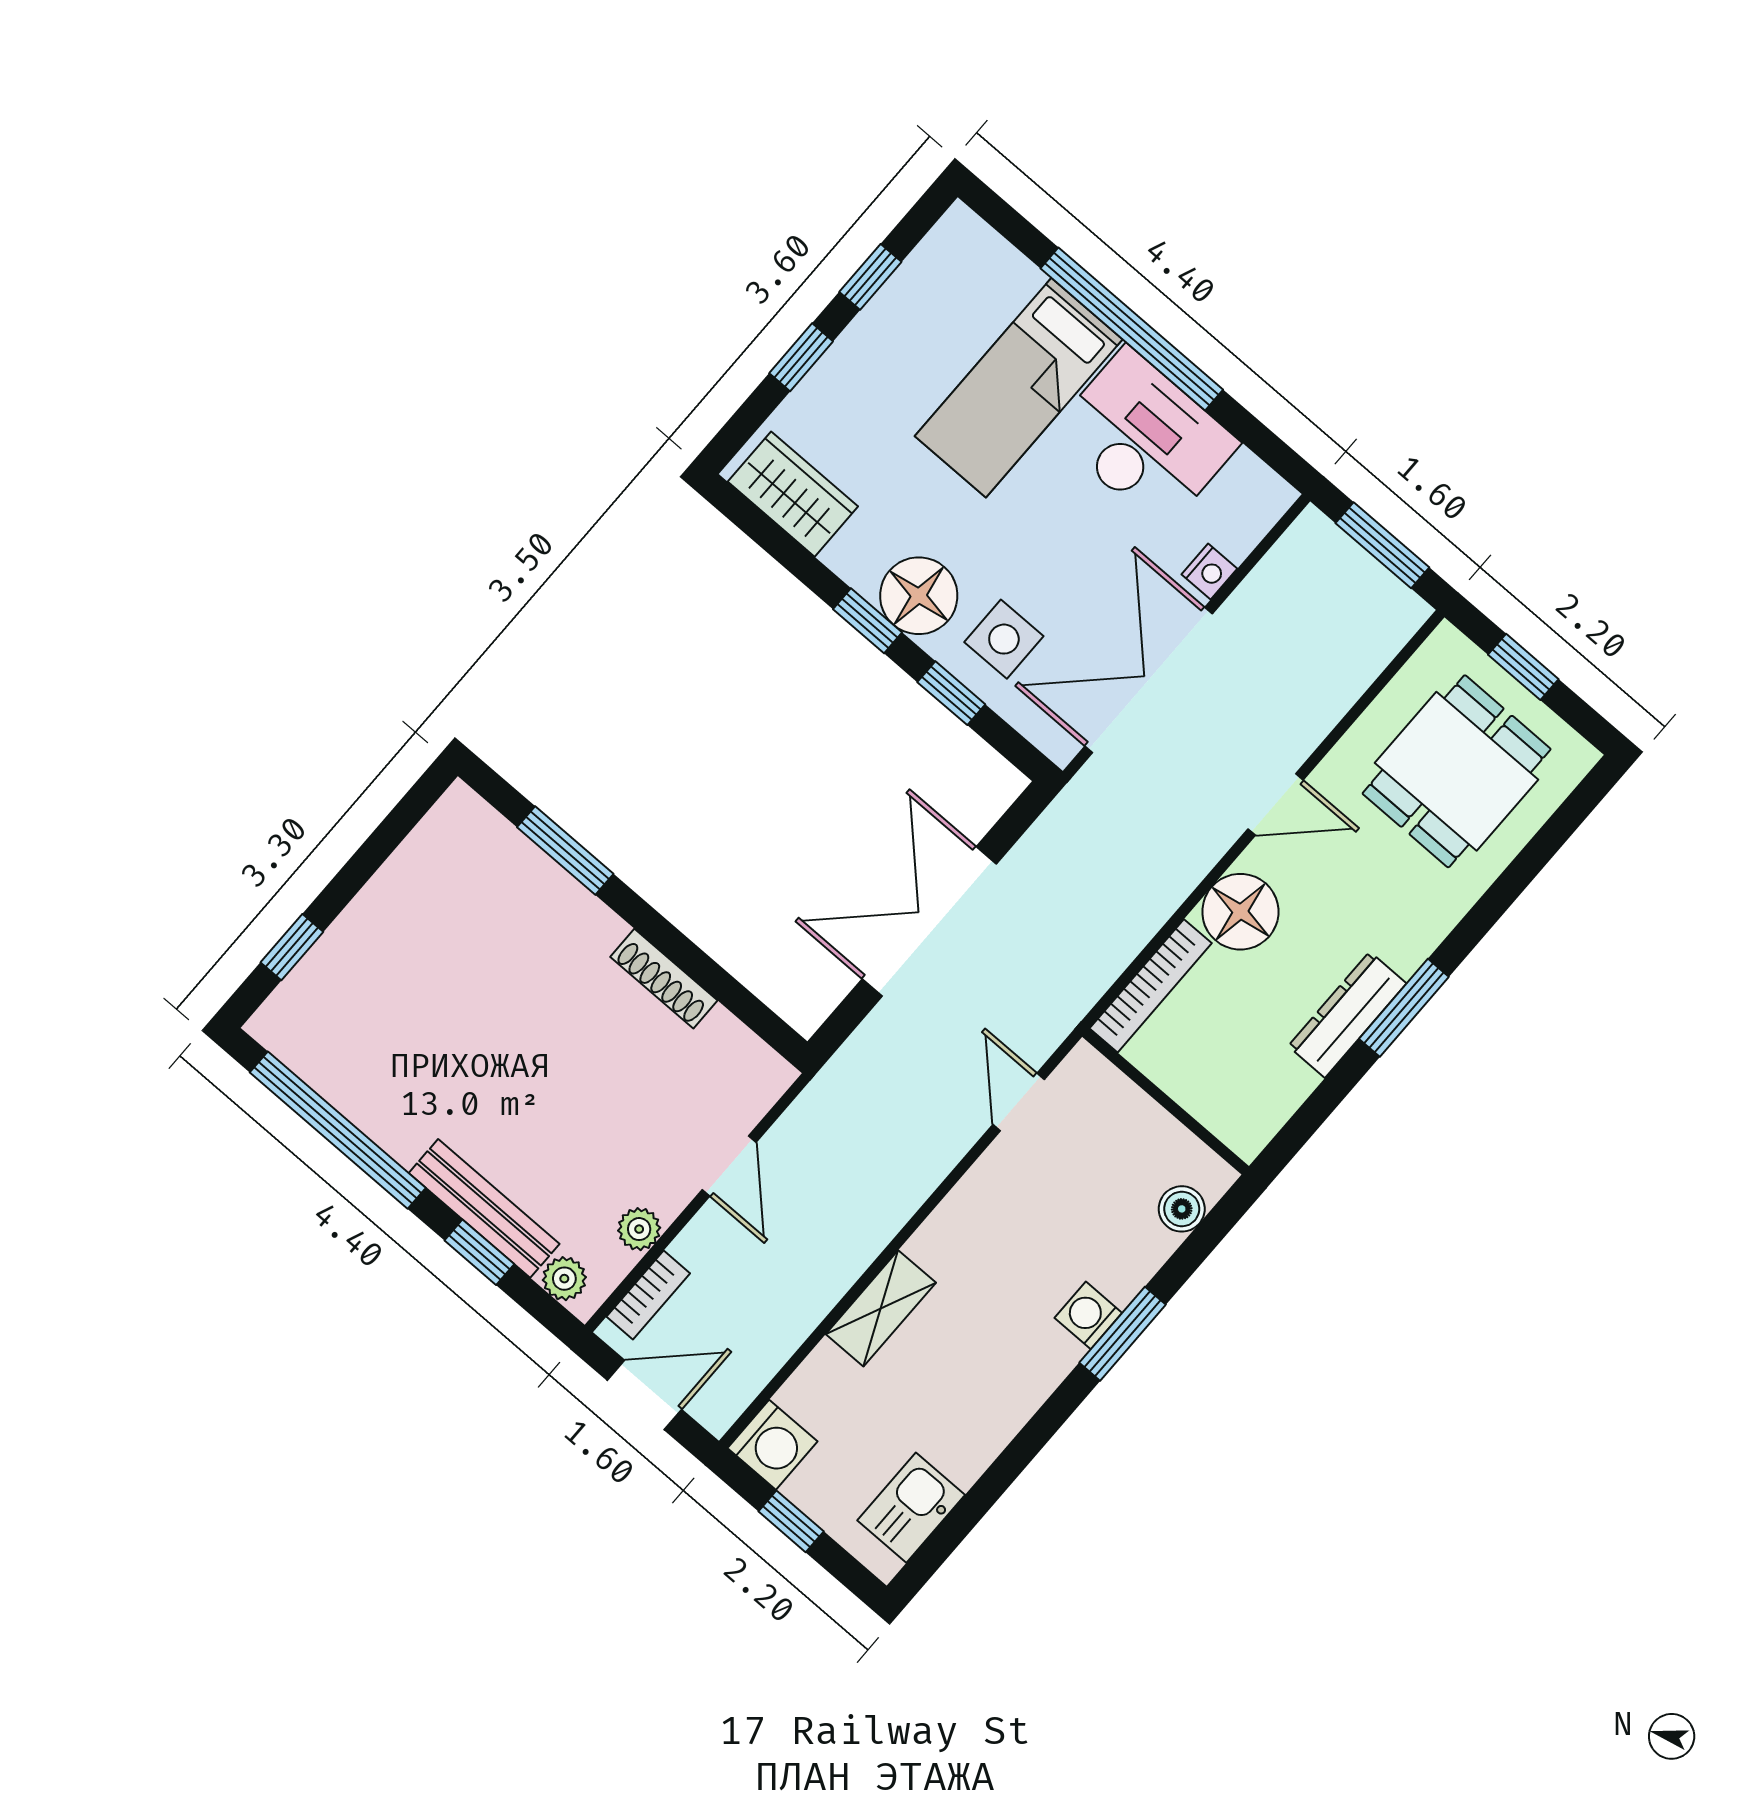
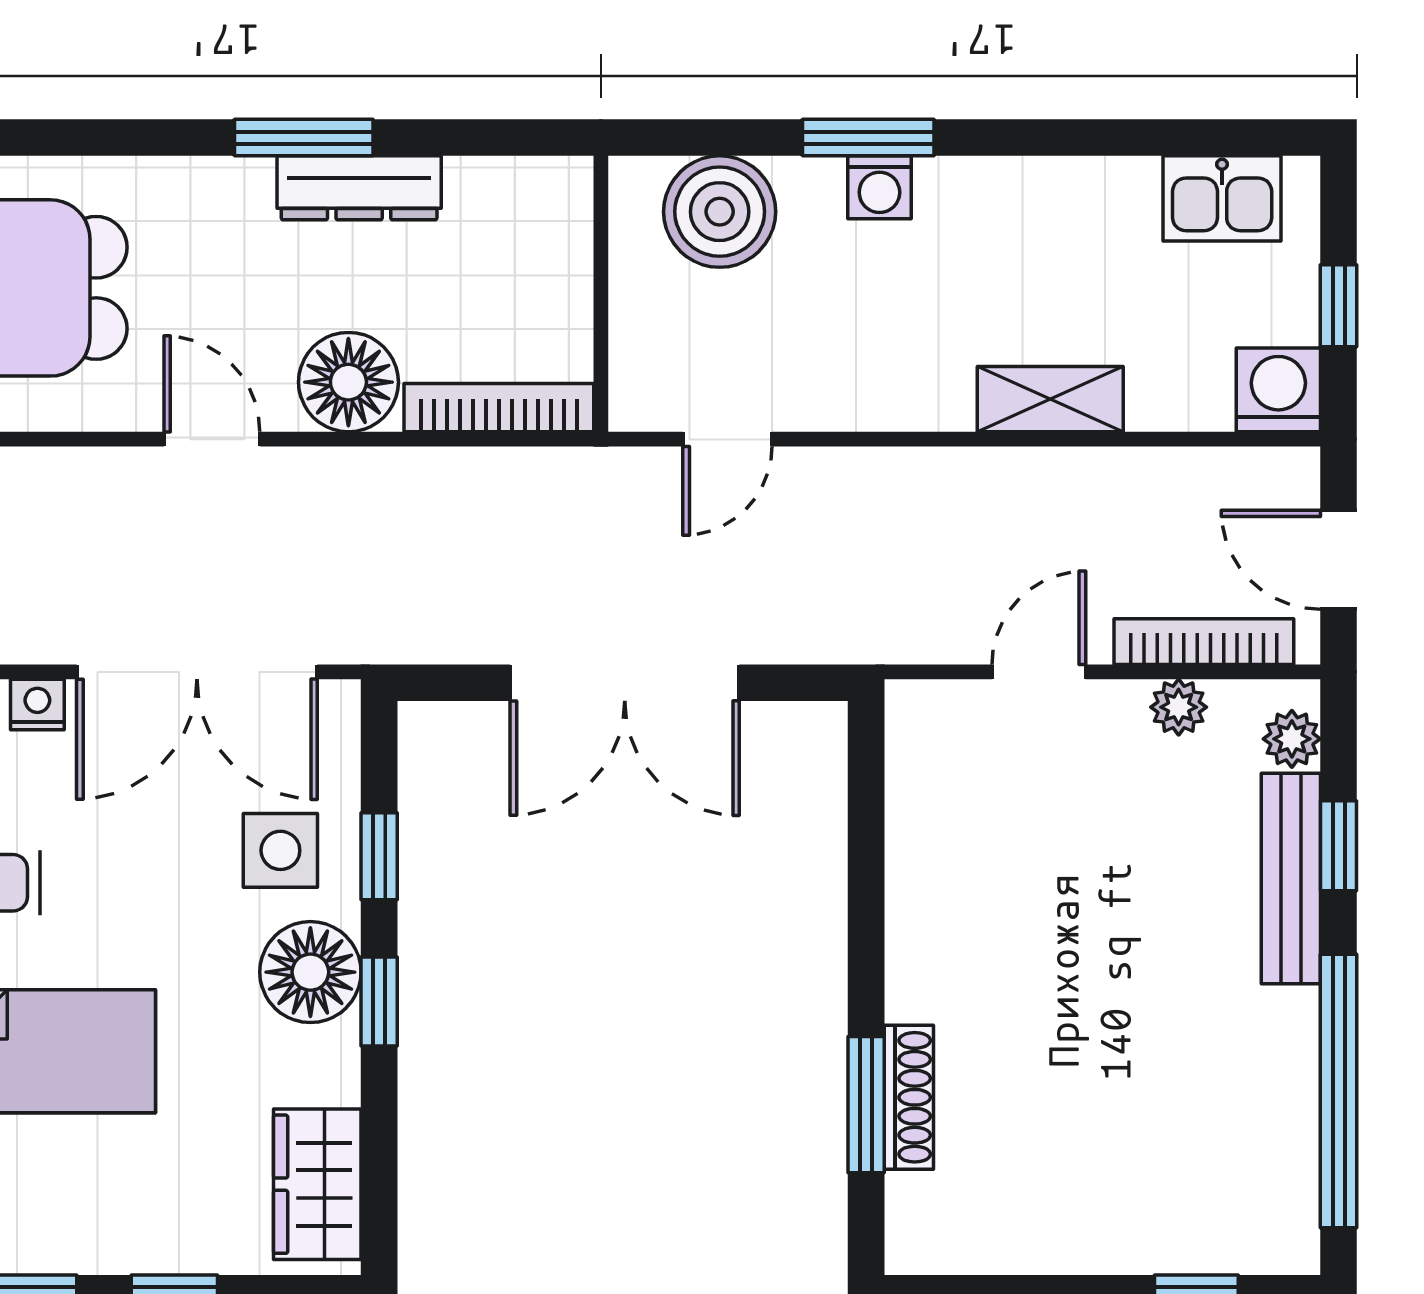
shoe rack: (664, 979) -> (909, 1097), moved
boiler: (1182, 1209) -> (720, 212), width x1.86, depth x1.86
bookcase: (648, 1295) -> (1204, 642), width x1.56

